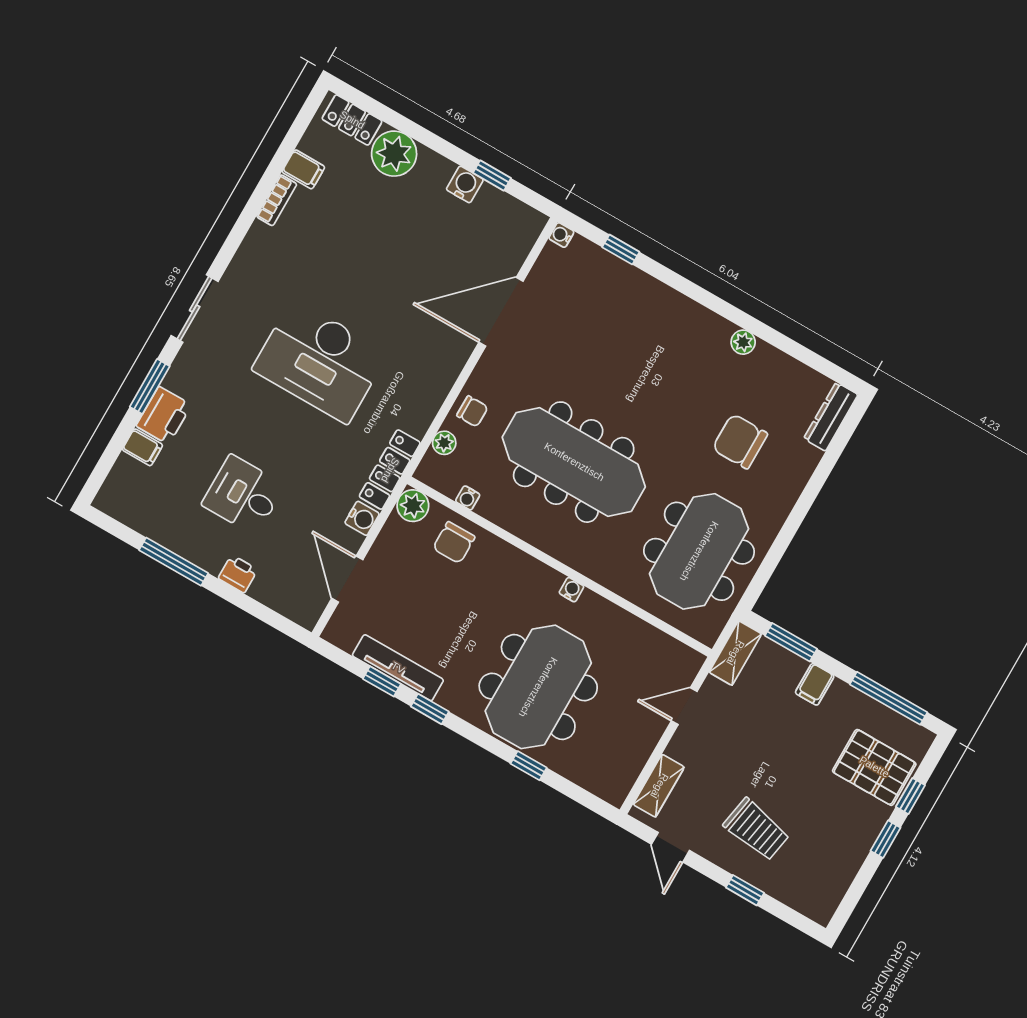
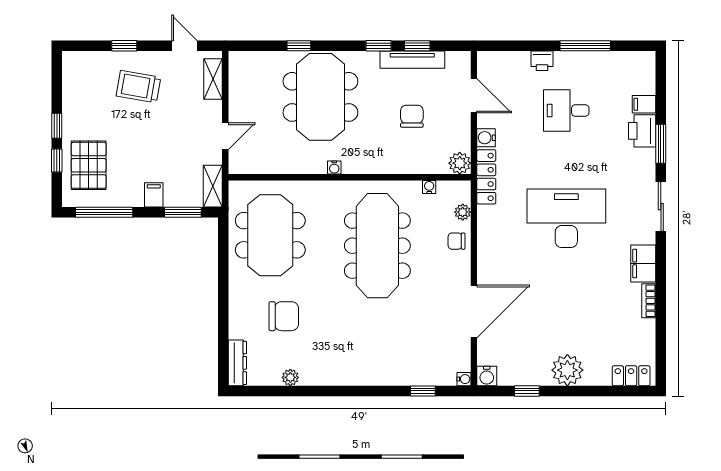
plant: (394, 154) -> (567, 370), moved
filing cabinet: (303, 169) -> (643, 263), moved, width x2.00
water cooler: (465, 184) -> (487, 376), moved
plant: (743, 342) -> (290, 377), moved
meeting table: (574, 462) -> (377, 246), turned 90
desk: (243, 495) -> (566, 111), turned 180
chair: (454, 543) -> (412, 116), moved
pallet: (874, 767) -> (89, 165), turned 90

